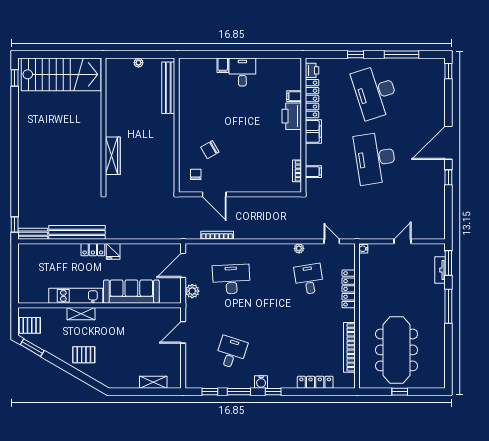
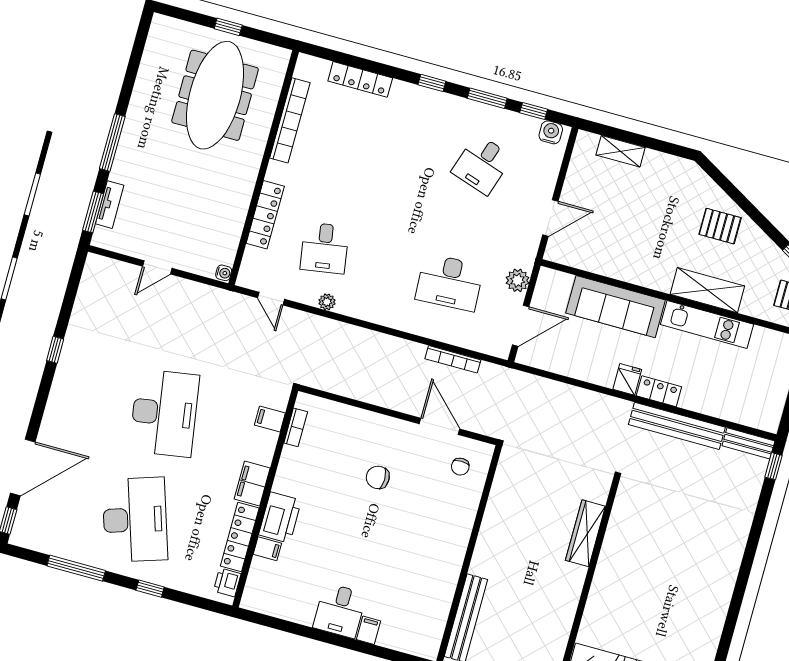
door: (448, 143) -> (23, 468), moved
chair: (210, 150) -> (378, 477), moved, turned -150
shelving: (81, 314) -> (707, 290), width x1.50, depth x1.33
water cooler: (261, 382) -> (551, 132), moved

